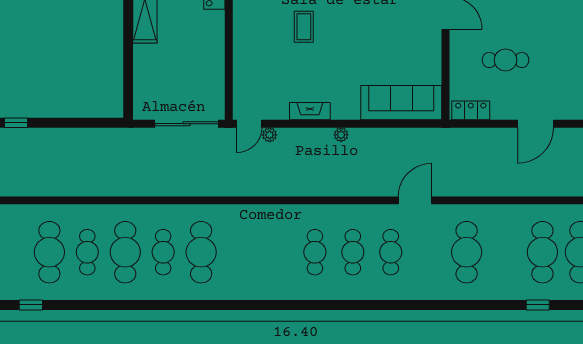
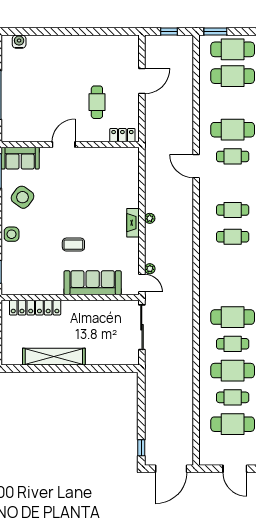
sofa: (401, 103) -> (93, 283), moved, turned 90
locker: (471, 110) -> (122, 135), moved, turned 90
fireplace: (310, 111) -> (133, 223), moved
door: (535, 124) -> (142, 81), hinge flipped
cafe table: (391, 252) -> (233, 156), moved

